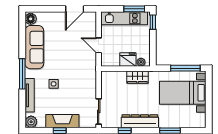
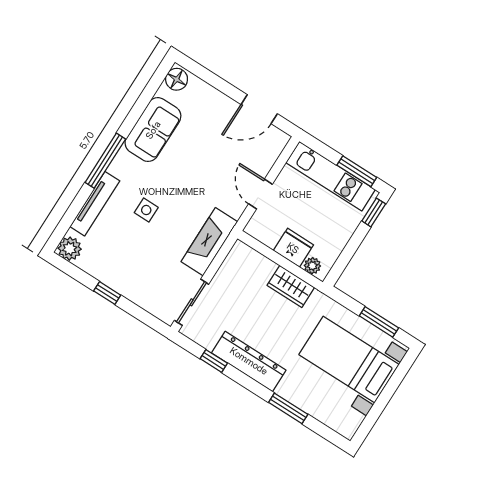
sofa: (34, 47) -> (153, 130), width x0.73
window: (185, 68) -> (379, 322), width x0.69
fireplace: (62, 121) -> (209, 242), moved, turned -90

